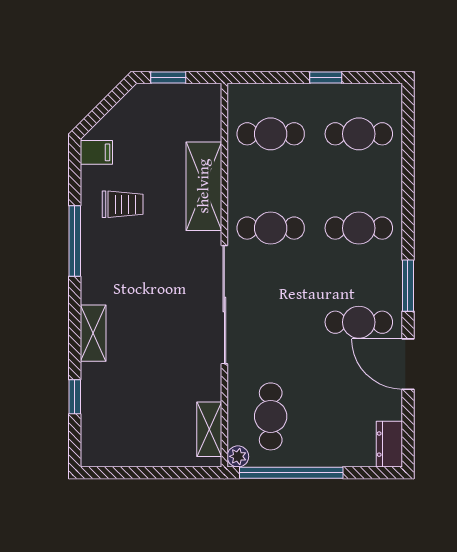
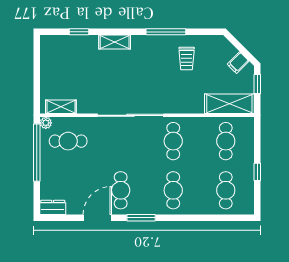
filing cabinet: (96, 152) -> (238, 63), moved, turned 45
shelving: (204, 186) -> (229, 104), moved

